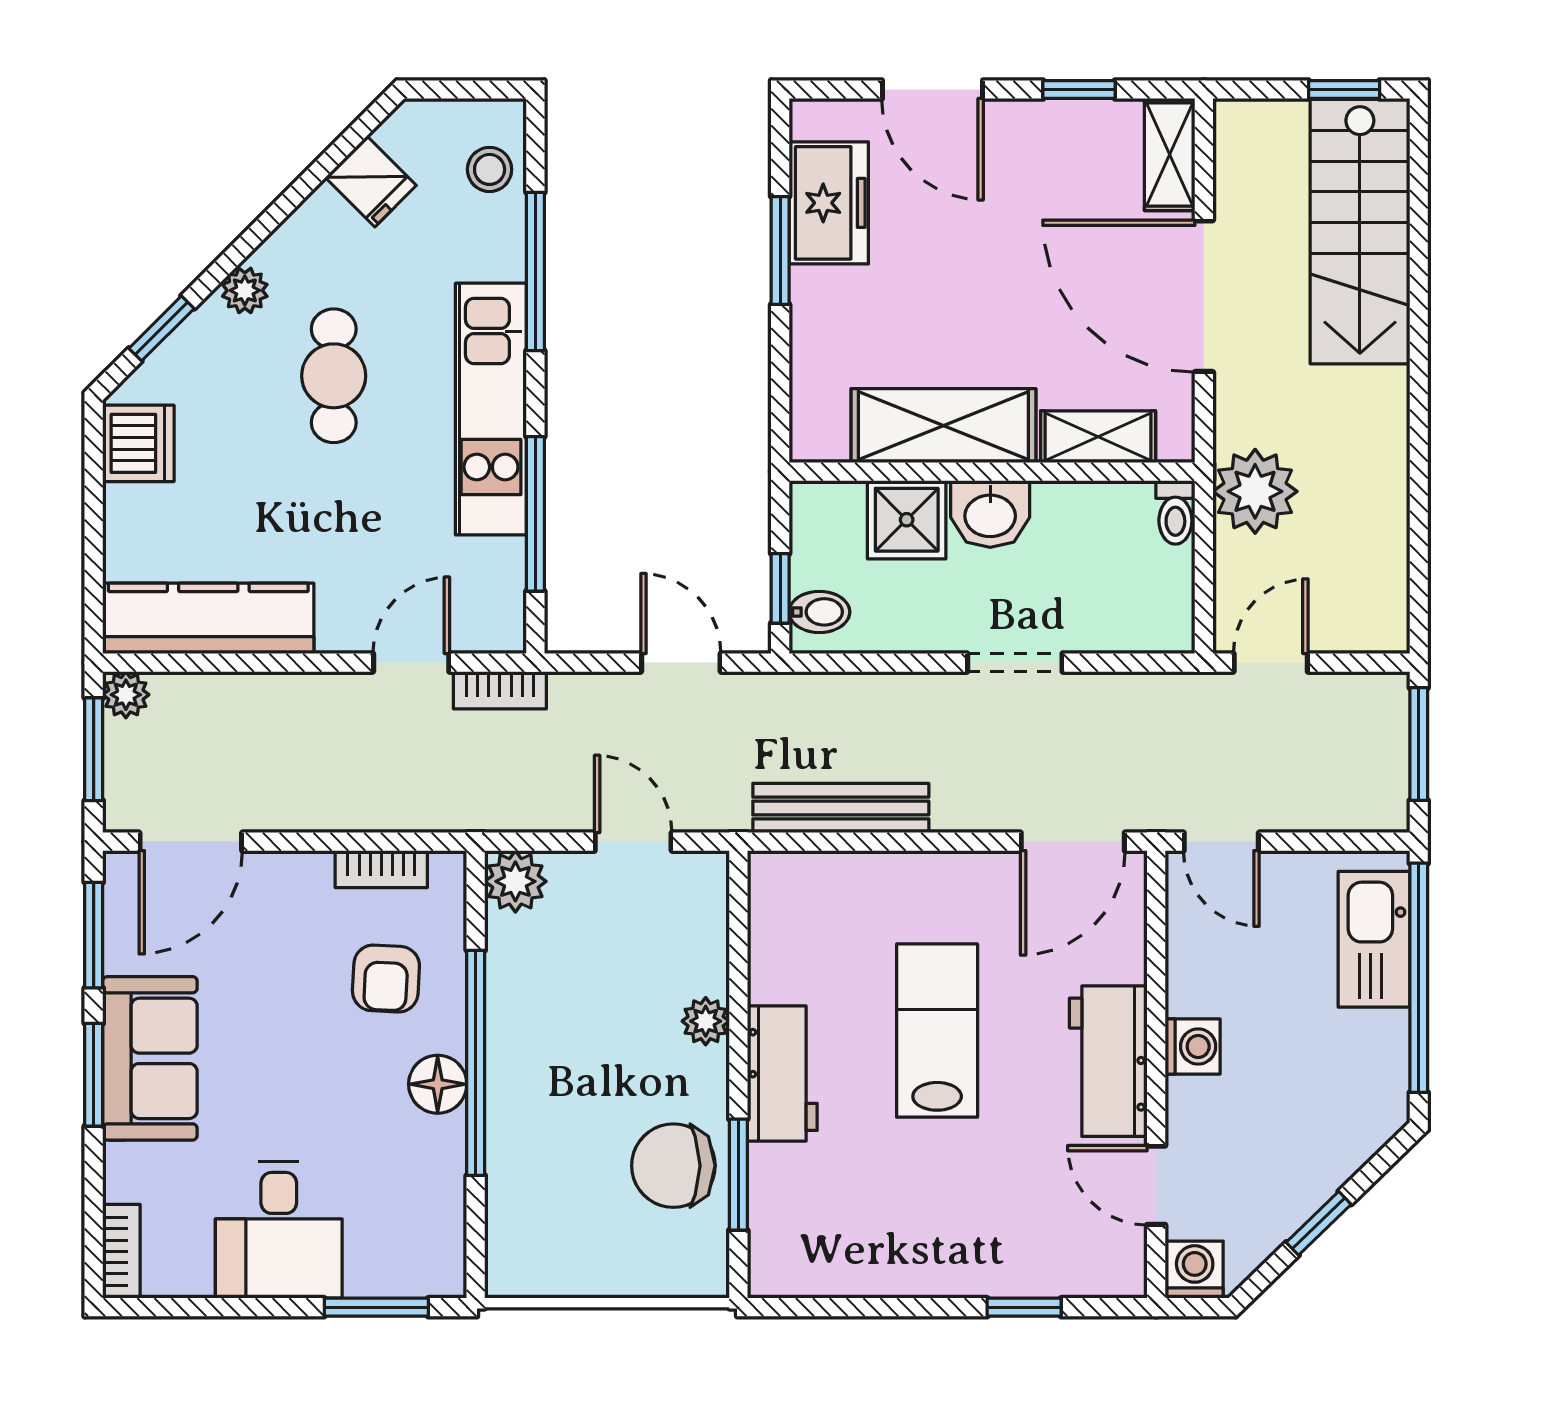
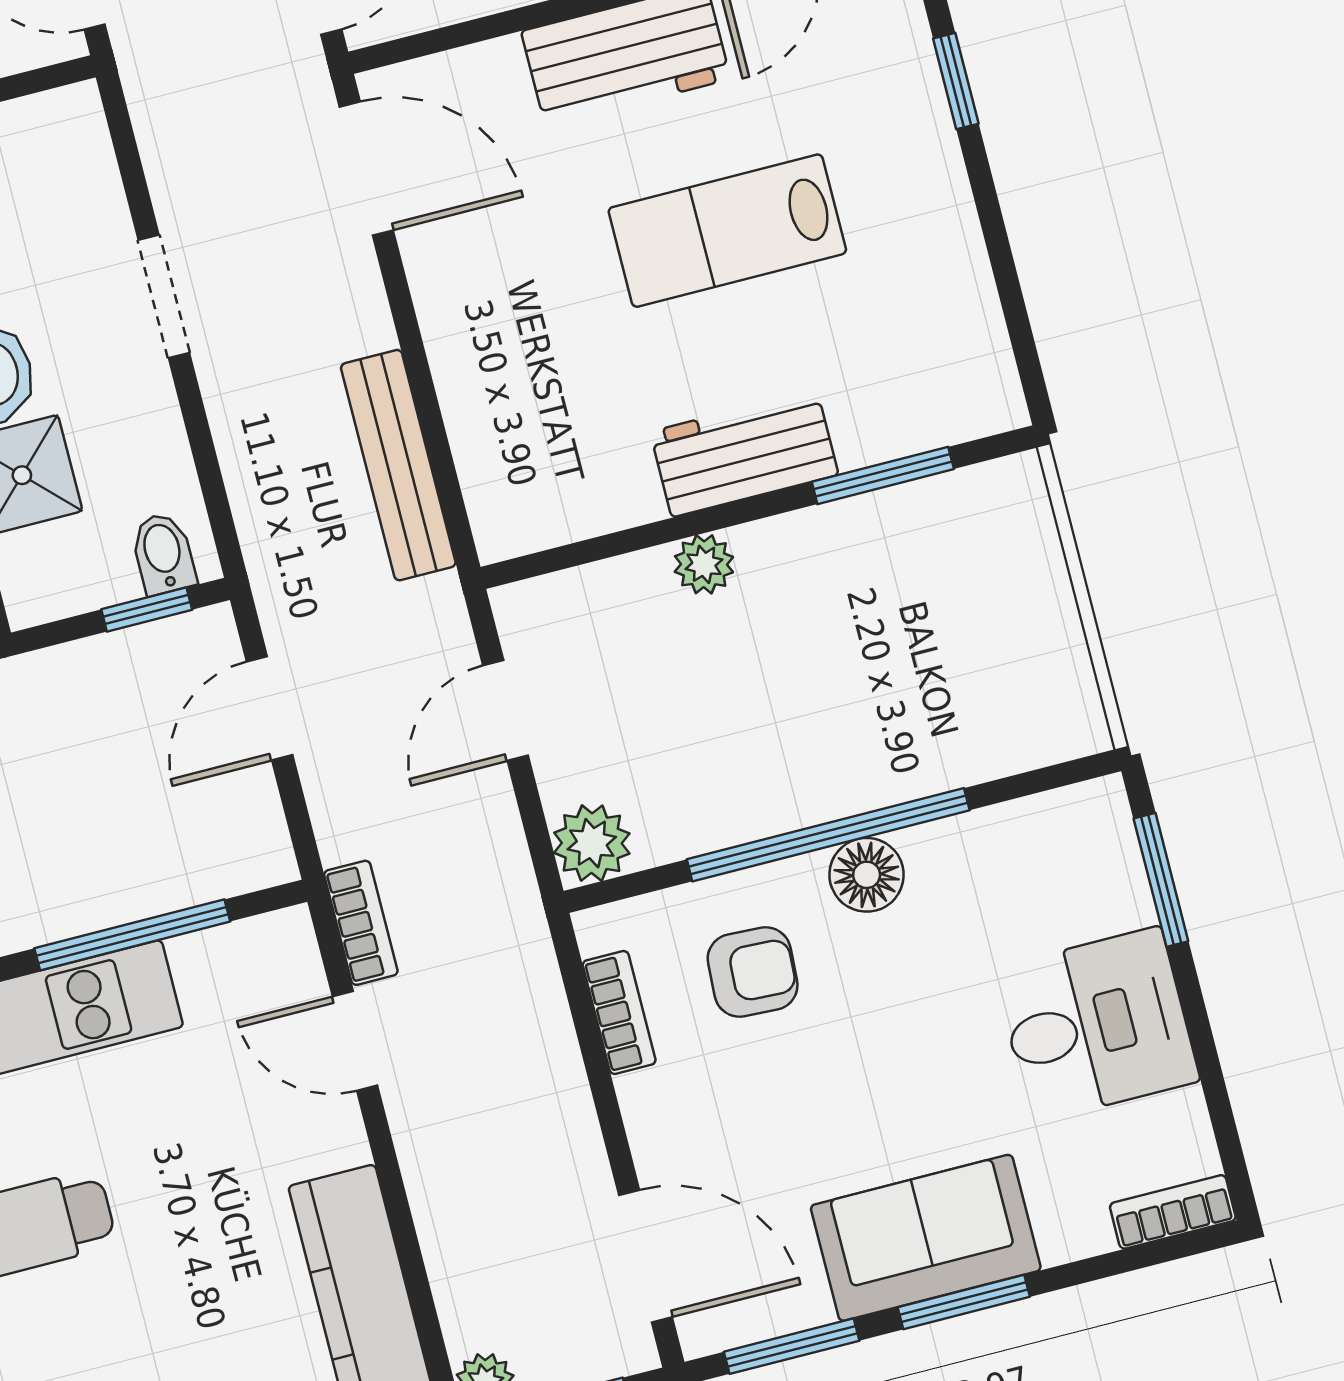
lab bench: (937, 1031) -> (727, 231), moved
chair: (673, 1166) -> (892, 558), removed

